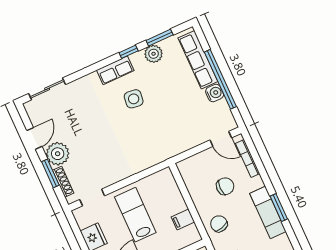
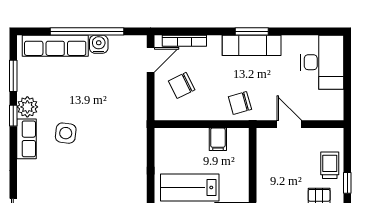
plant: (154, 54) -> (27, 107), moved
chair: (225, 186) -> (182, 85), moved, turned -116

